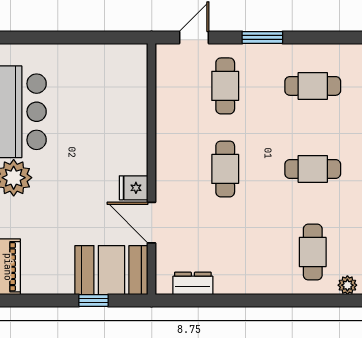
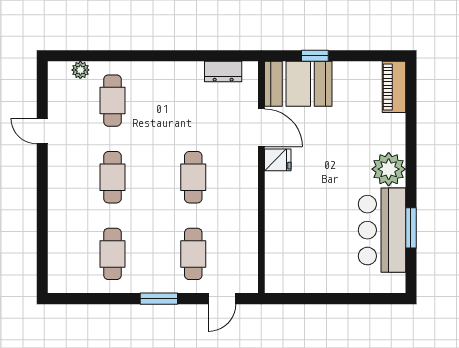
cafe table: (313, 86) -> (112, 254), turned 90
cafe table: (313, 169) -> (112, 177), turned 90

